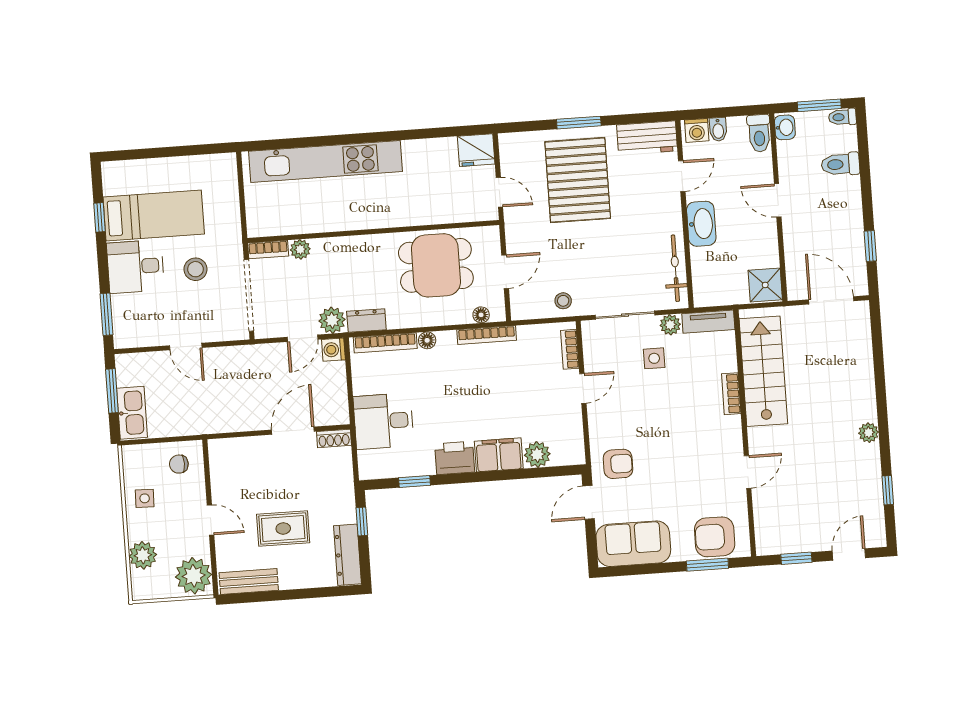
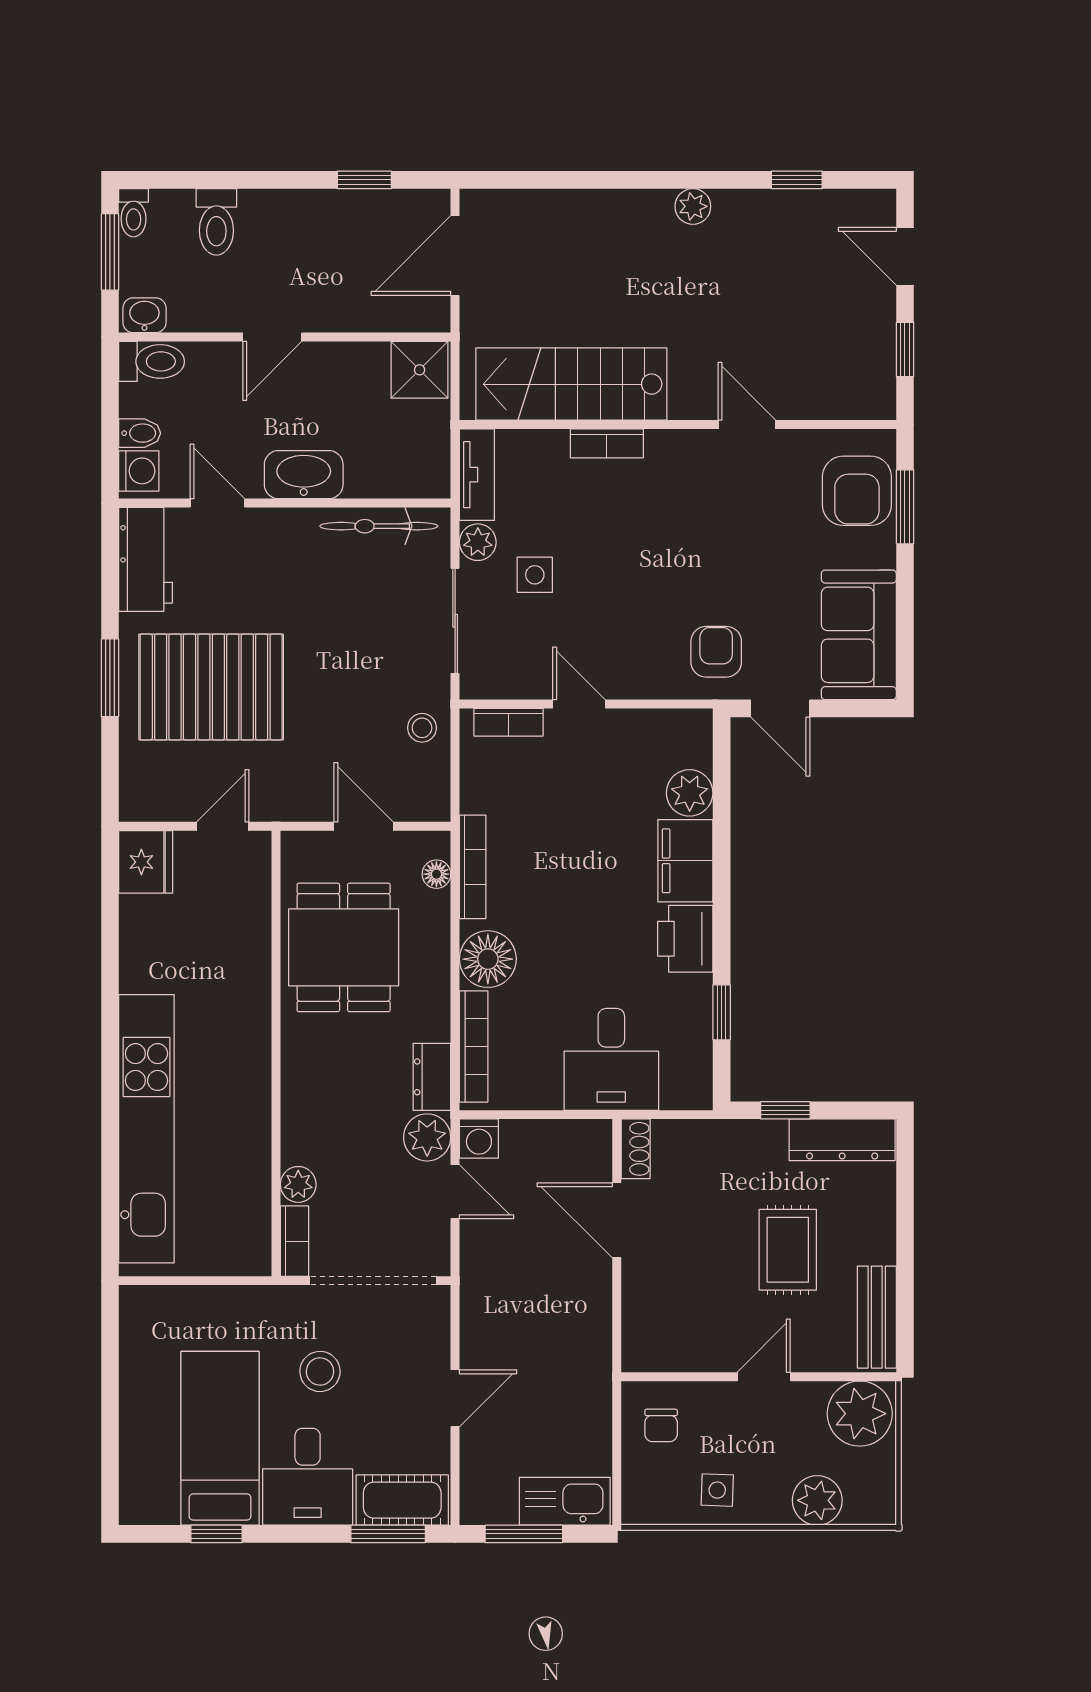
cot: (126, 321) -> (402, 1500), added
floor lamp: (427, 340) -> (488, 959), width x1.89, depth x1.89

